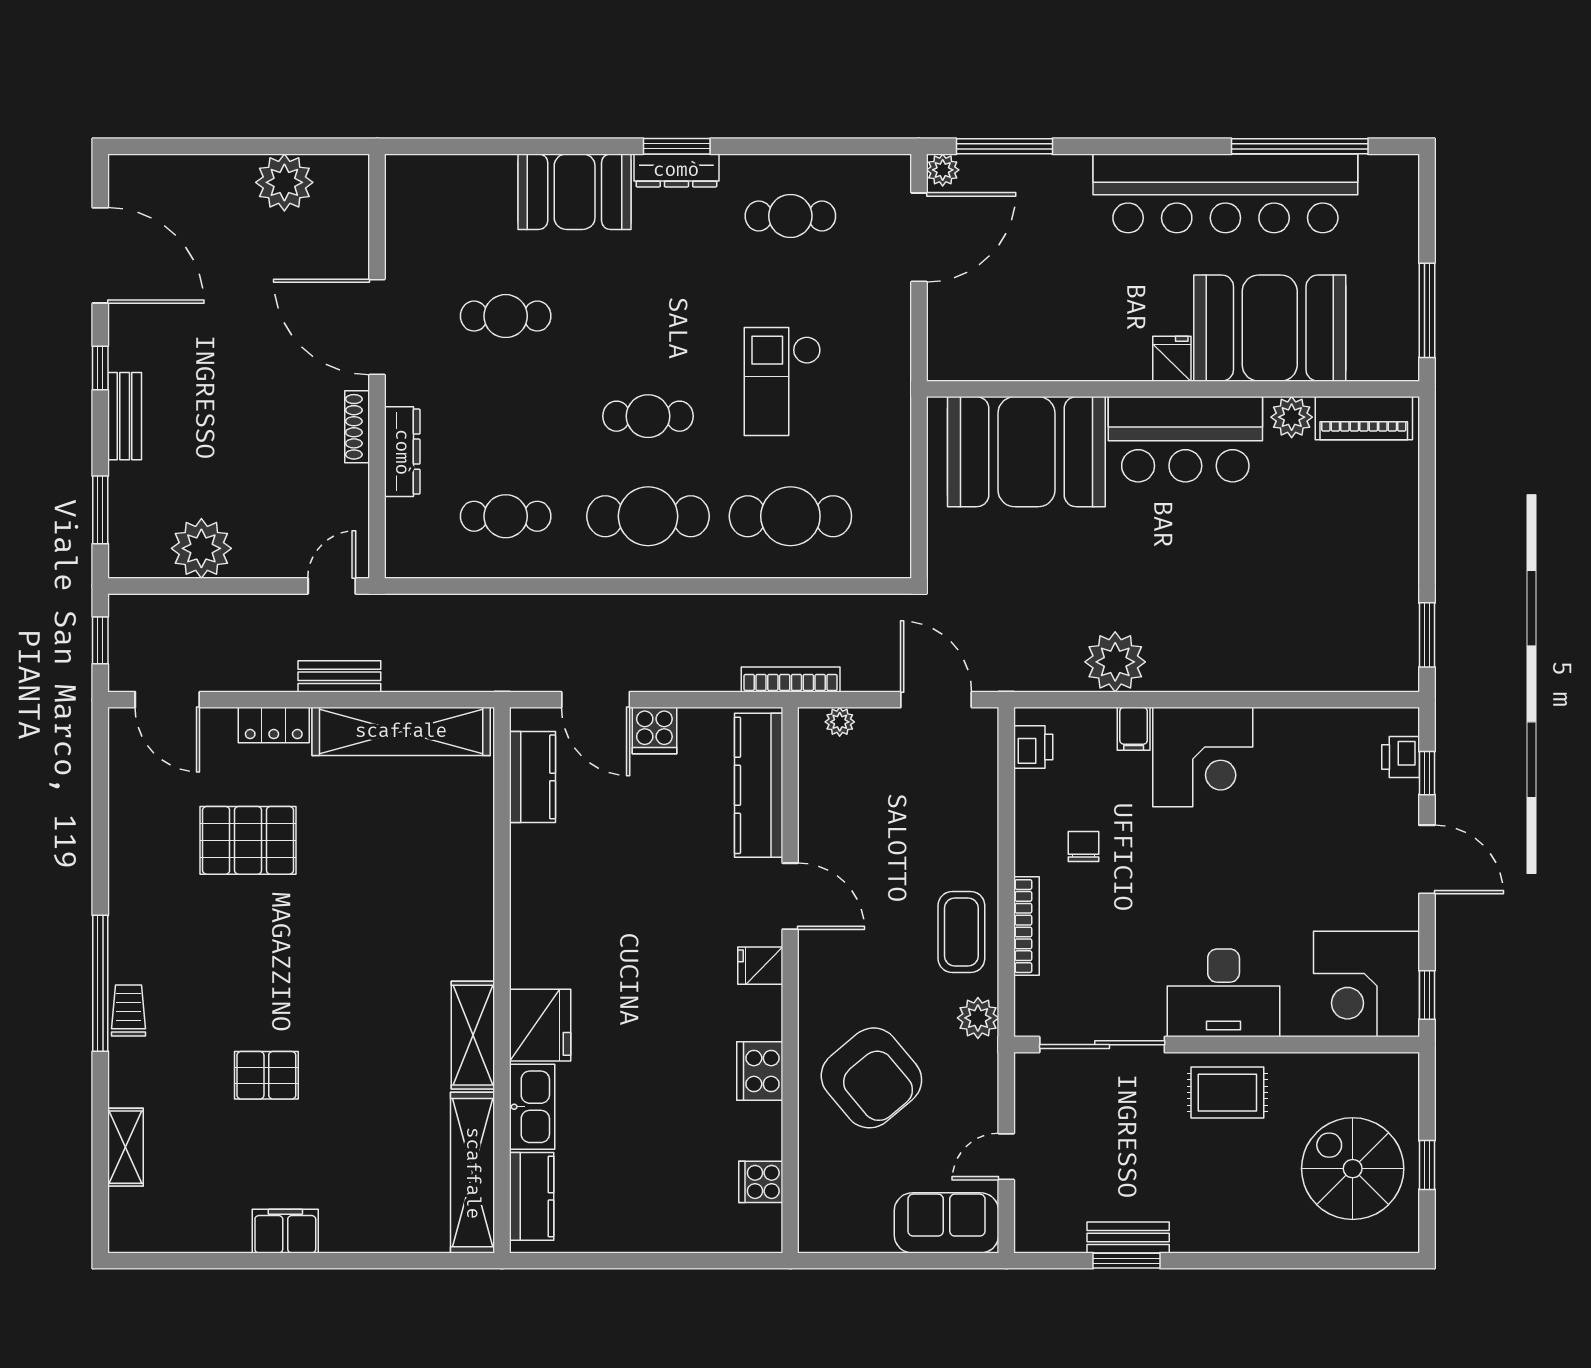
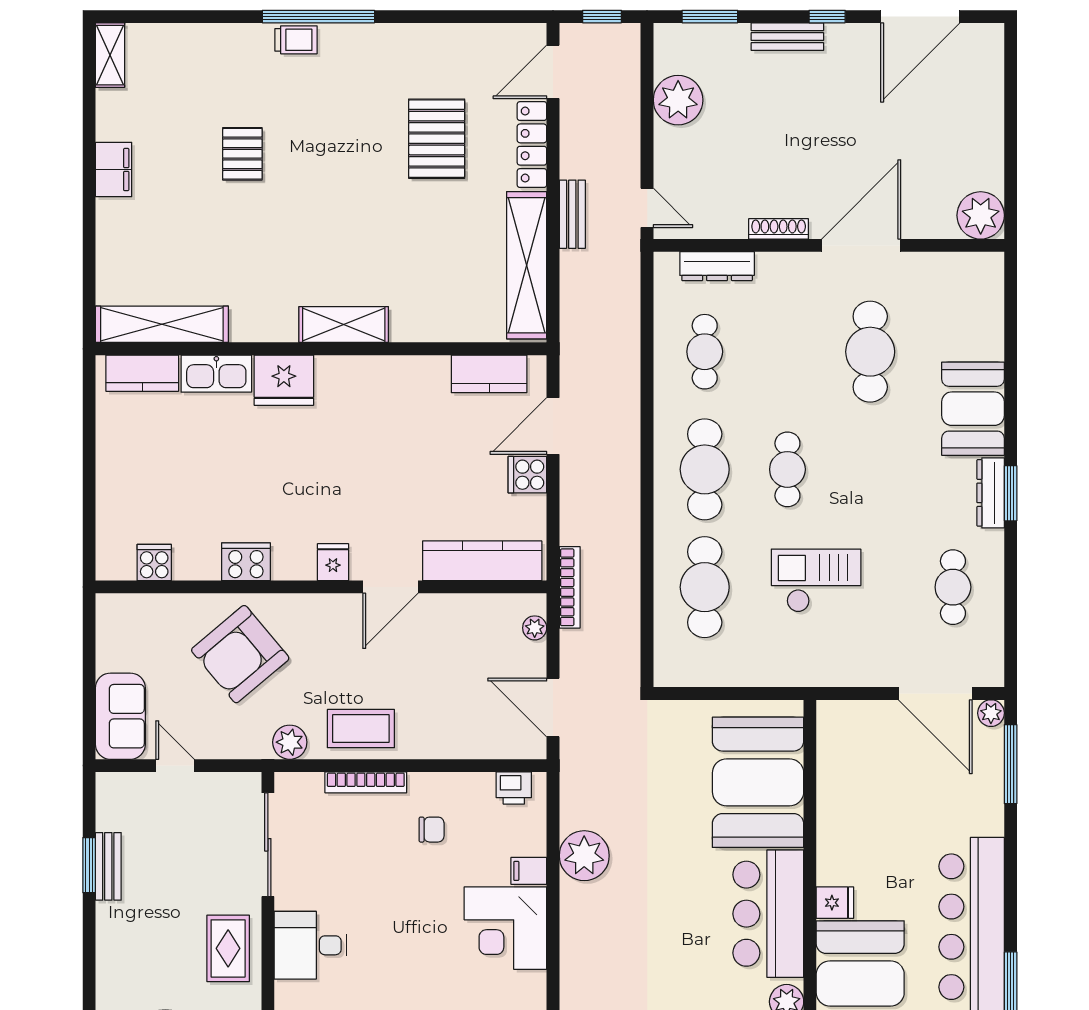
plant: (284, 182) -> (981, 215), moved
cafe table: (506, 316) -> (870, 352), width x1.37, depth x1.35
dresser: (402, 452) -> (717, 266), moved
door: (936, 700) -> (553, 708), swing flipped
locker: (274, 725) -> (532, 145), width x1.53
desk: (1224, 993) -> (311, 945), width x0.73
shelving: (473, 1035) -> (344, 325), moved
shelving: (125, 1147) -> (110, 55), moved, turned 90

